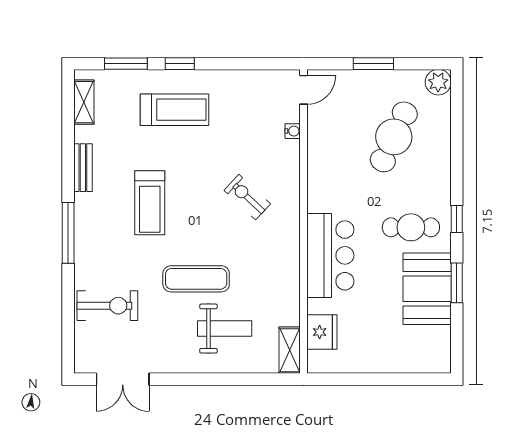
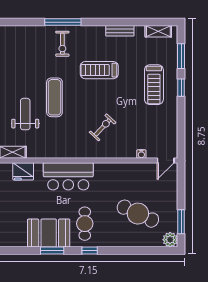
window: (373, 64) -> (181, 222), moved
door: (304, 90) -> (166, 160), hinge flipped
window: (68, 233) -> (63, 22), moved
exercise bike: (107, 306) -> (62, 44), moved, width x0.73, depth x0.72
weight bench: (225, 329) -> (25, 114), turned 180

